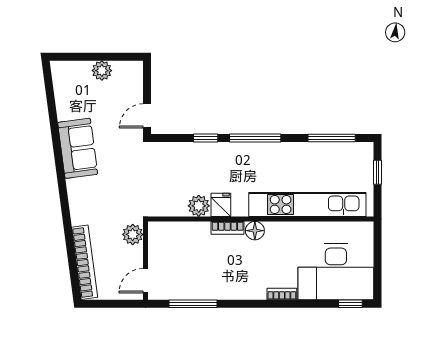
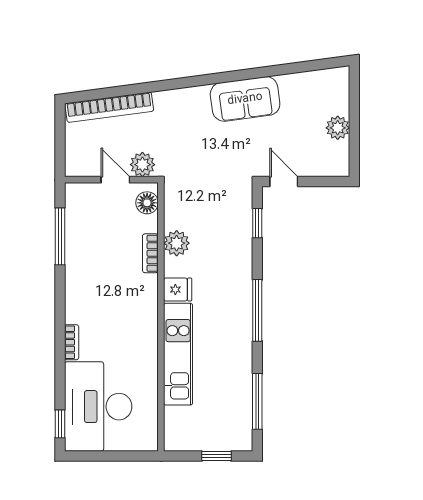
window: (206, 138) -> (257, 223), moved
fridge: (221, 205) -> (178, 290), moved
kitchen unit: (307, 205) -> (178, 354), width x0.73
bookcase: (228, 228) -> (150, 253), moved
floor lamp: (255, 231) -> (147, 203), moved
door: (145, 281) -> (115, 180), moved

